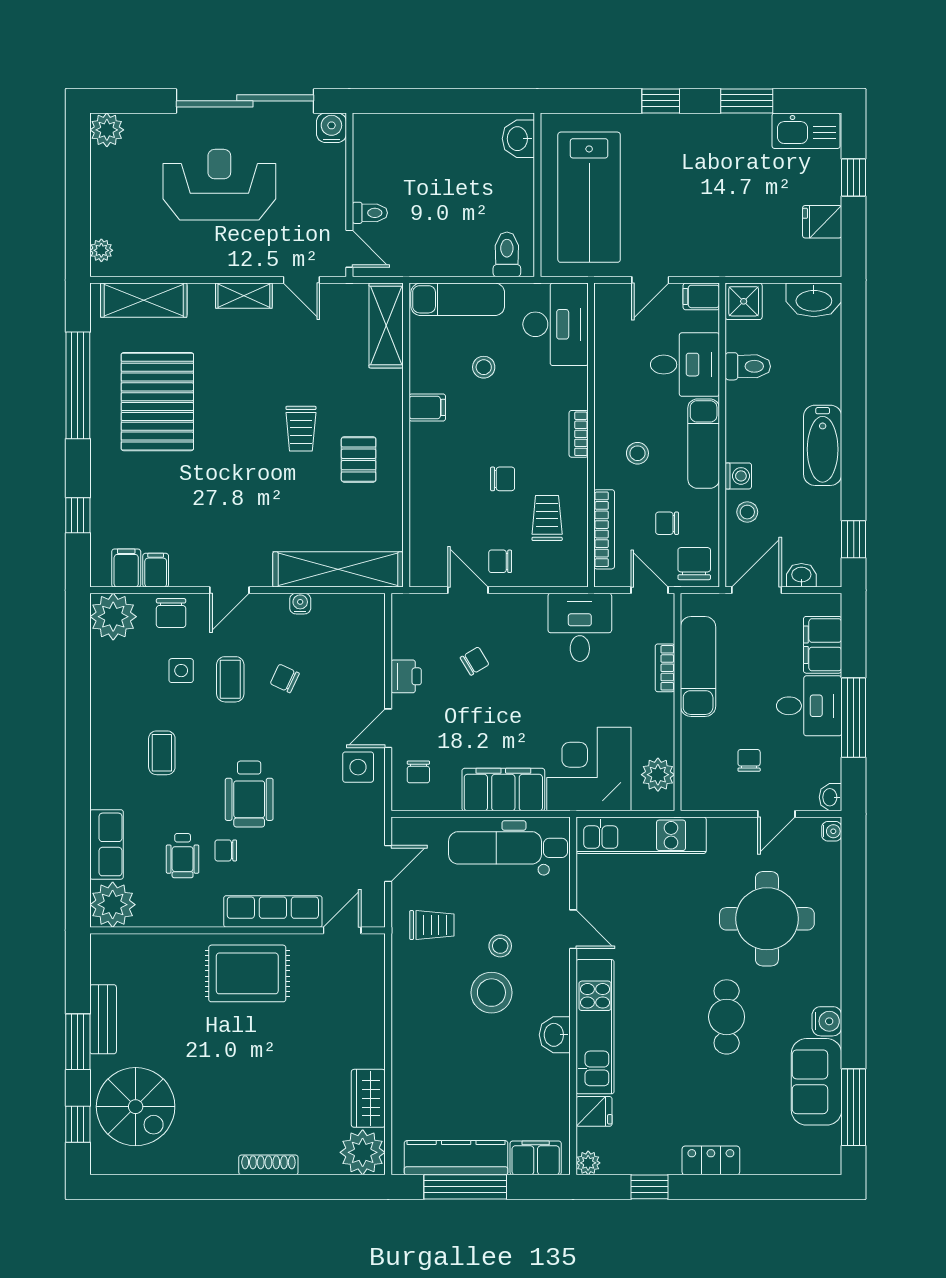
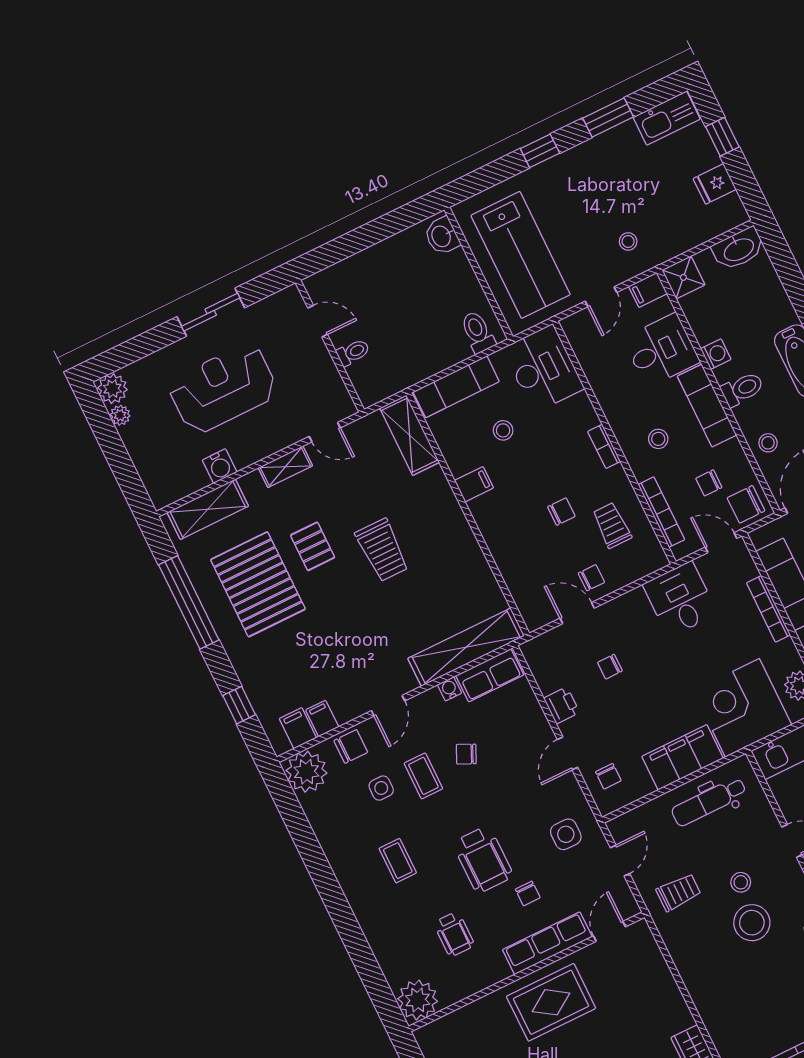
sliding door: (245, 101) -> (211, 312), width x0.54
water cooler: (331, 128) -> (220, 466), moved, turned 180
stool: (705, 237) -> (628, 241), added
door: (349, 249) -> (318, 321), moved
plant: (101, 250) -> (120, 415), moved
toilet: (748, 366) -> (742, 389), moved
trolley: (301, 429) -> (382, 550), width x1.36, depth x1.39
pallet: (359, 459) -> (313, 546), moved
washing machine: (738, 476) -> (716, 354), moved
chair: (500, 561) -> (591, 578), turned 180
chair: (694, 564) -> (746, 504), turned -90
chair: (171, 613) -> (351, 746), turned -90
chair: (475, 661) -> (610, 667), turned -149
bookcase: (665, 668) -> (768, 609), width x1.56
side table: (358, 767) -> (566, 834), moved
row of seats: (106, 844) -> (490, 675), moved, turned 90
dental chair: (508, 848) -> (709, 802), width x0.73, depth x0.72
chair: (226, 850) -> (528, 893), moved, turned -90

